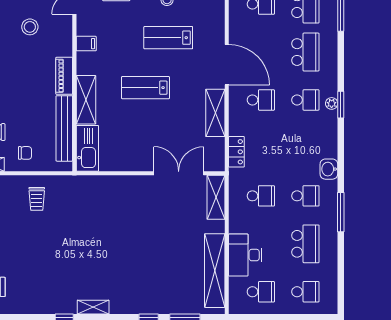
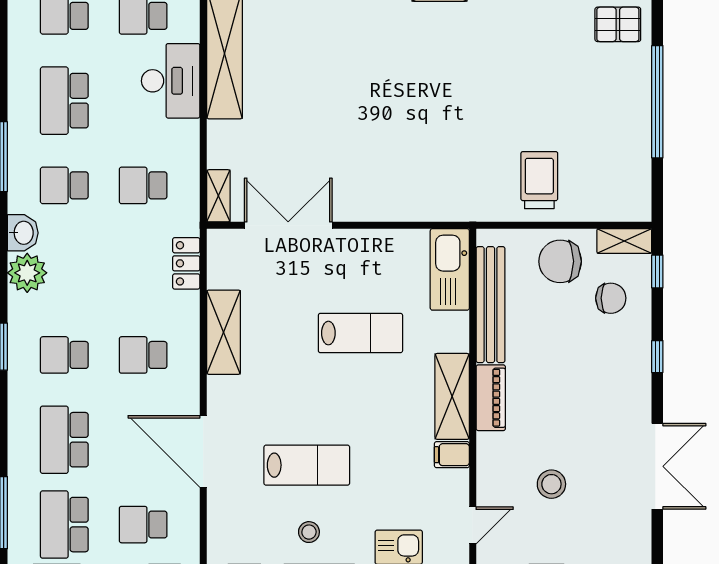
door: (227, 65) -> (203, 451), moved
lab bench: (145, 88) -> (360, 333), moved
shelving: (86, 100) -> (452, 396), moved
plant: (332, 103) -> (27, 273), moved, width x1.88, depth x1.88
chair: (25, 153) -> (560, 261), width x1.87, depth x1.87
double door: (179, 173) -> (288, 225), swing flipped
shelving: (216, 197) -> (218, 196), width x0.67, depth x0.75
trolley: (37, 199) -> (539, 180), width x1.36, depth x1.39

